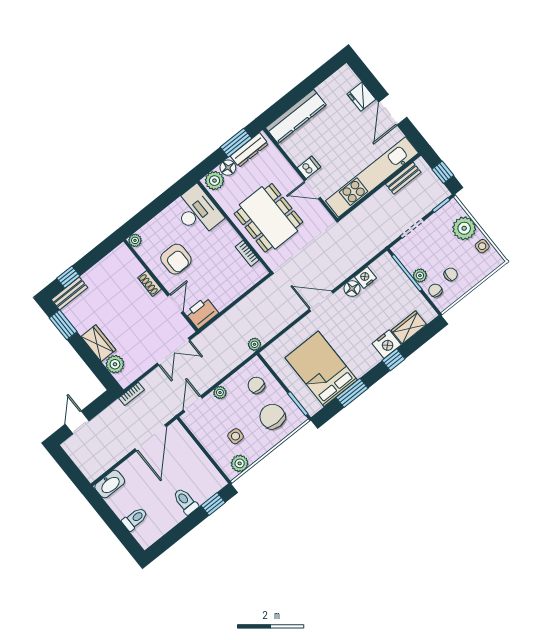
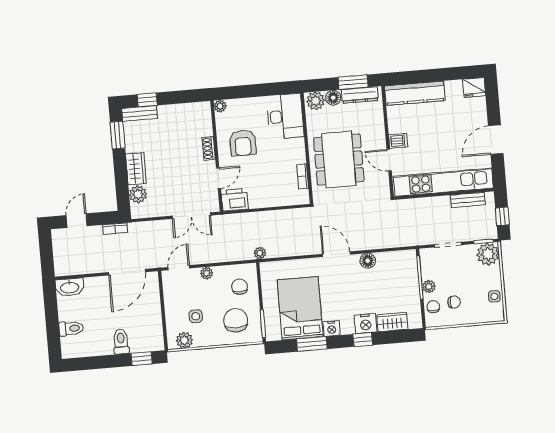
fridge: (361, 97) -> (474, 87), moved, turned -90
plant: (464, 228) -> (488, 254), moved
nightstand: (366, 277) -> (332, 329), moved, turned 180
bookcase: (131, 394) -> (115, 229), moved

